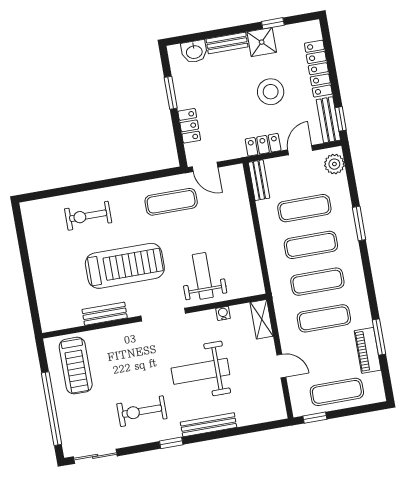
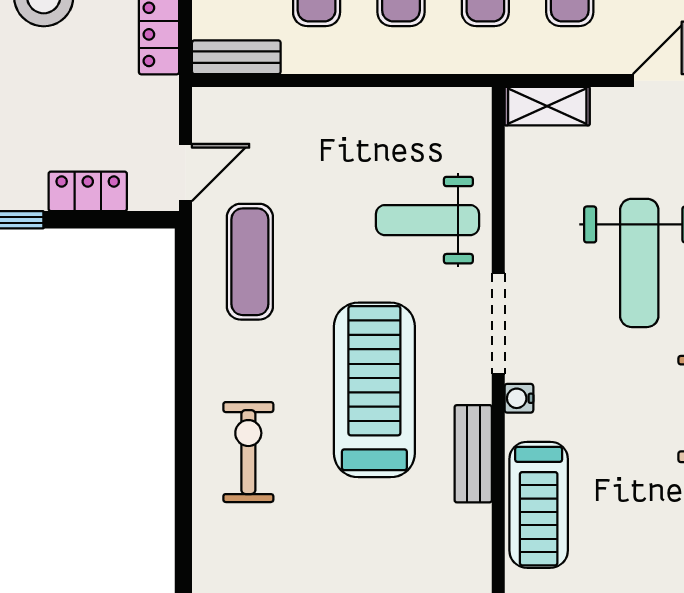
exercise bike: (88, 216) -> (248, 452), turned 180
water cooler: (223, 313) -> (519, 398), moved
treadmill: (76, 366) -> (539, 505), moved, turned 90

